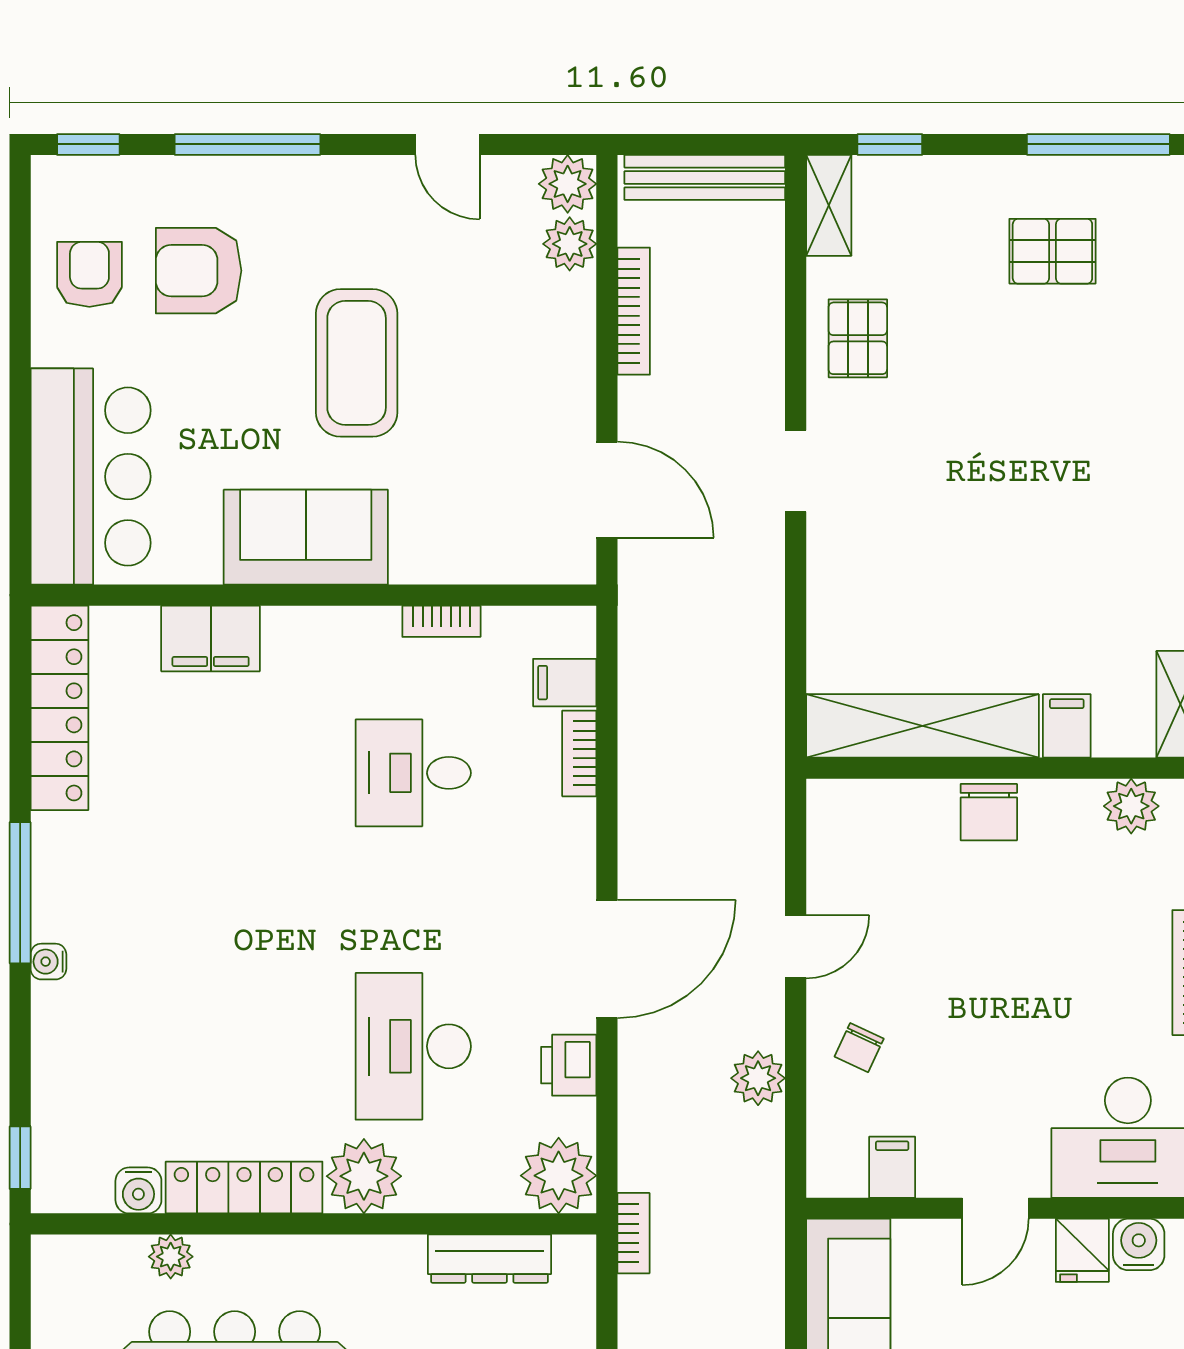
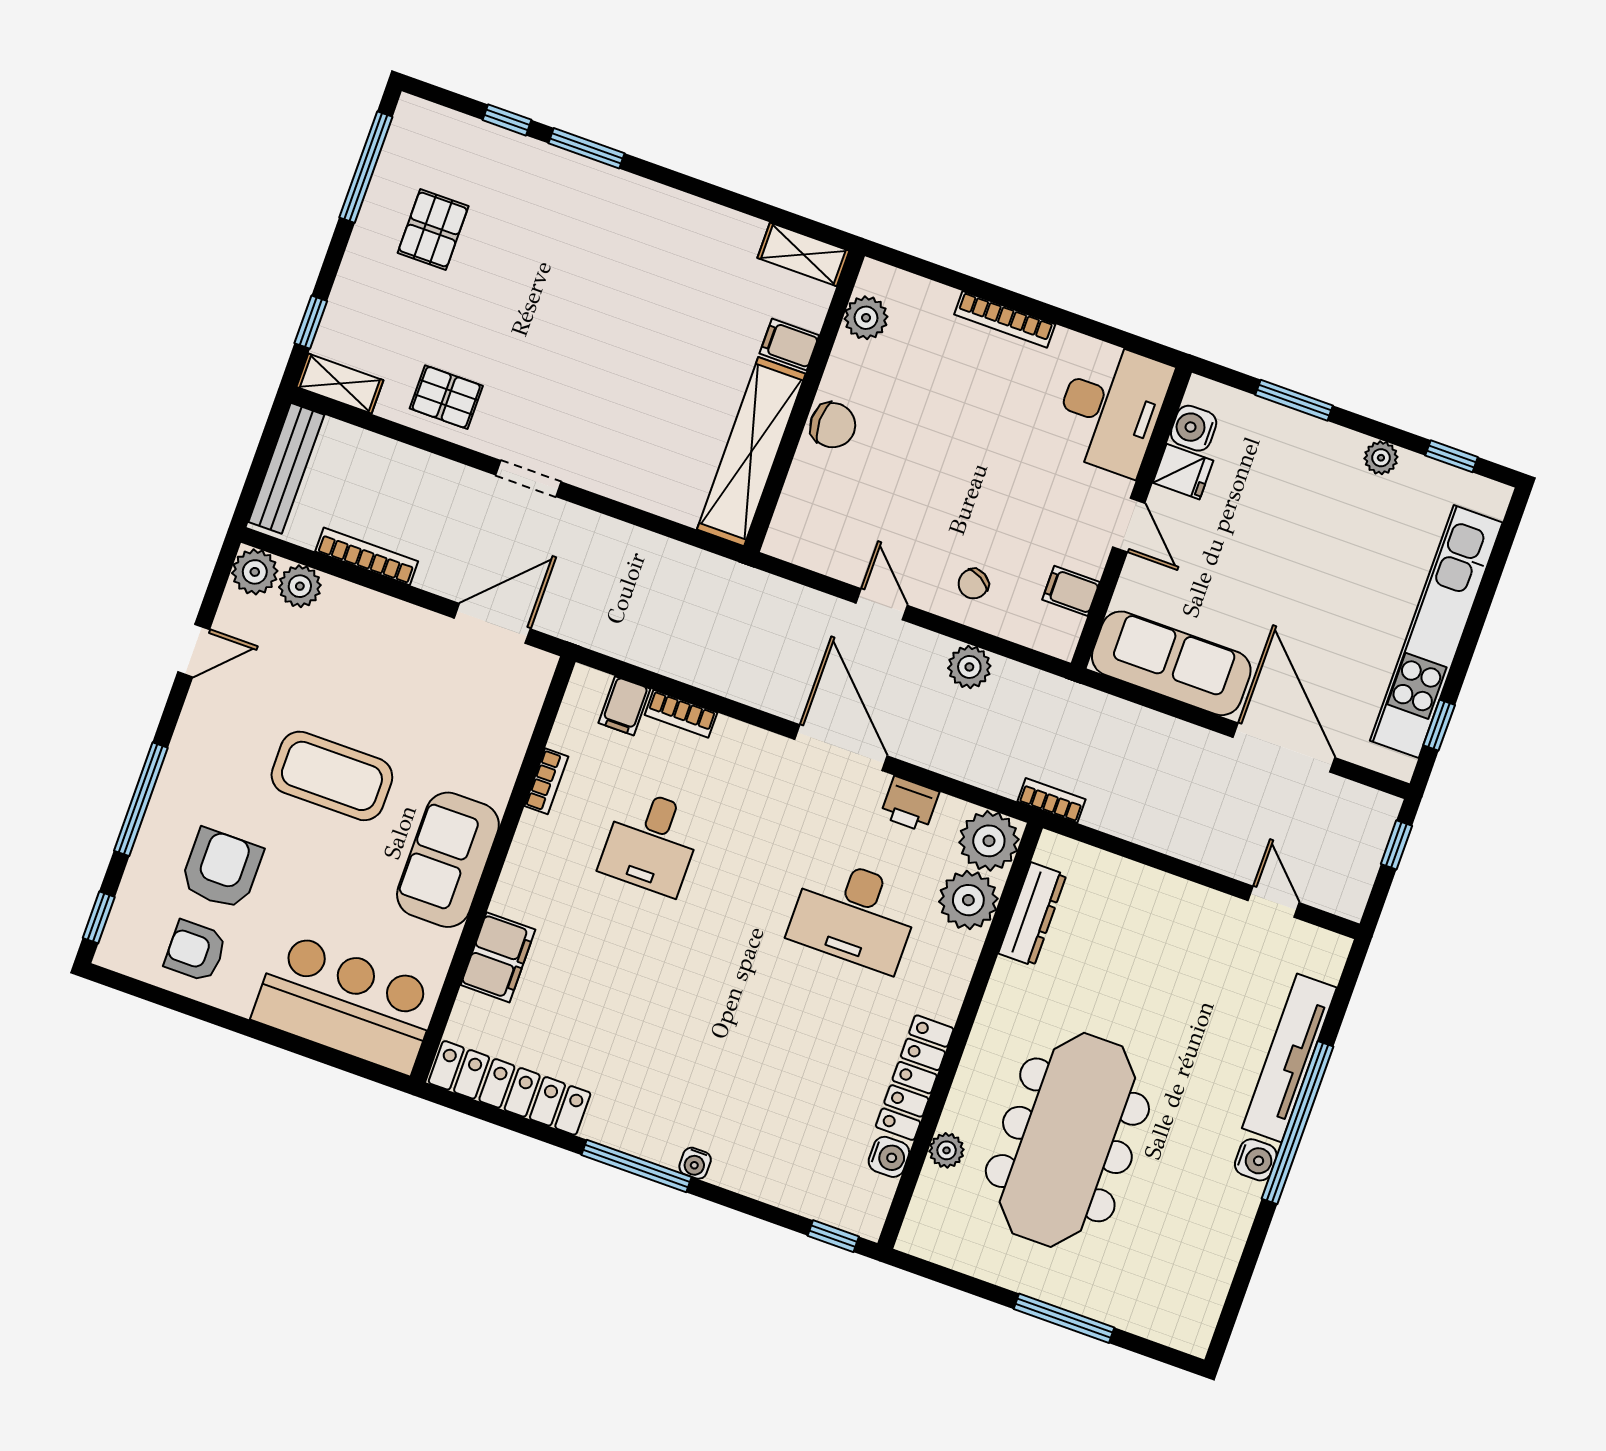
armchair: (199, 271) -> (222, 869), turned 180
chair: (859, 1048) -> (973, 584), turned 95
plant: (364, 1176) -> (968, 900), moved

